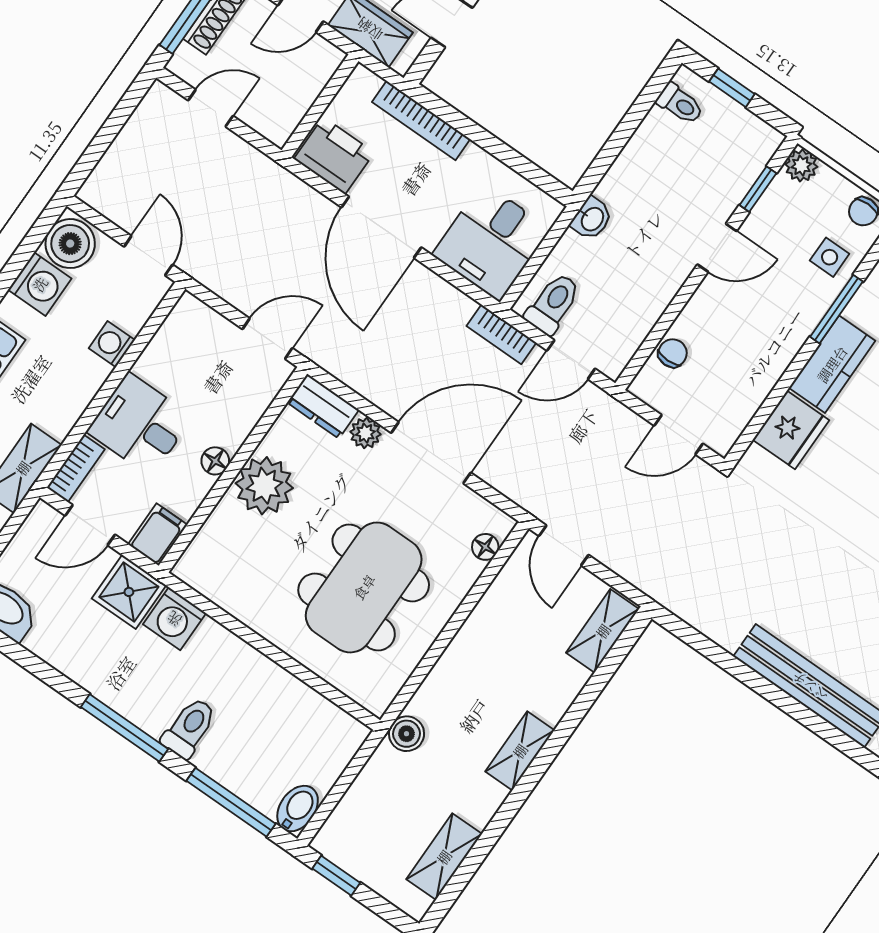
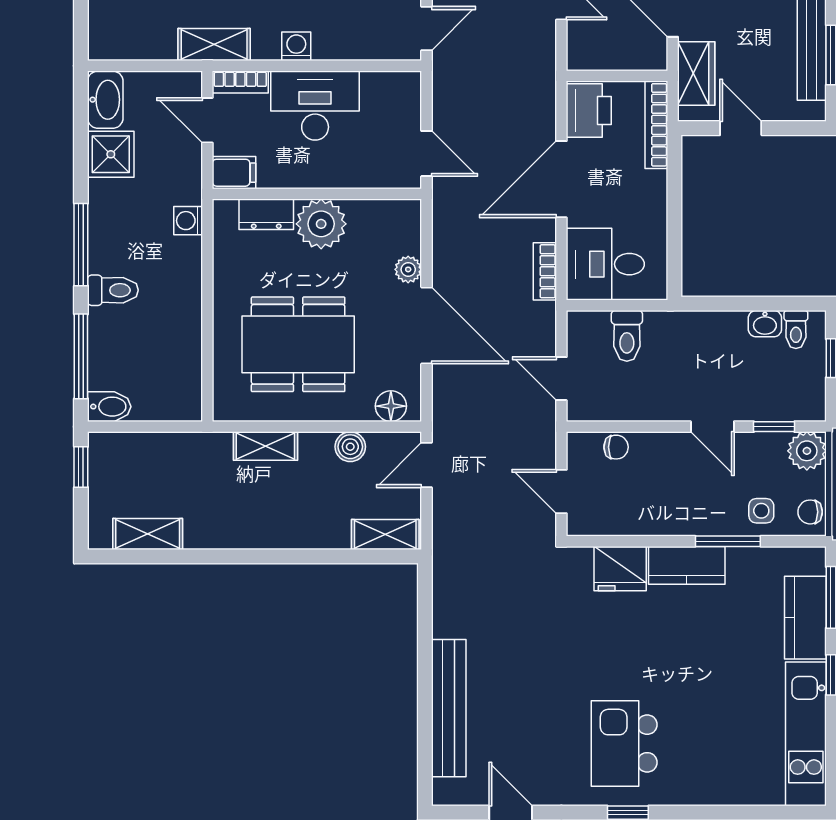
bookcase: (421, 121) -> (656, 125), moved
plant: (801, 166) -> (807, 451), width x1.38, depth x1.38
washbasin: (592, 219) -> (765, 324), moved
toilet: (553, 304) -> (627, 336), moved, turned 90
bookcase: (501, 334) -> (545, 271), moved
washing machine: (112, 344) -> (296, 46), moved
dresser: (323, 406) -> (266, 214), moved, turned -90
desk: (140, 424) -> (315, 106), width x1.37
floor lamp: (215, 461) -> (314, 177), removed
floor lamp: (485, 547) -> (391, 406), width x1.37, depth x1.37
shower: (129, 592) -> (111, 154), moved
washing machine: (174, 619) -> (188, 221), width x0.73, depth x0.73
boiler: (407, 734) -> (350, 447), moved
shelving: (520, 751) -> (265, 446), moved

